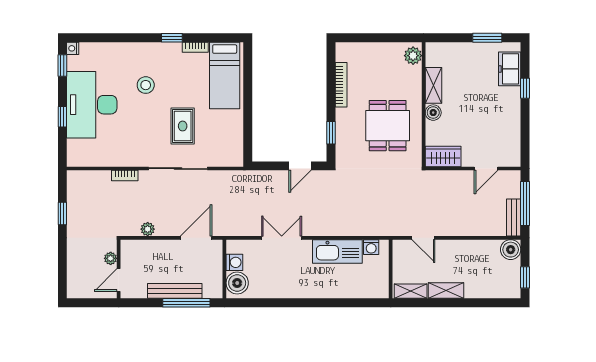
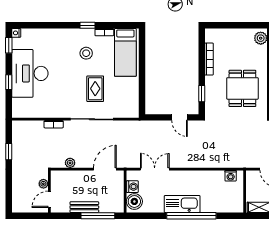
stool: (146, 85) -> (86, 53), moved
door: (300, 166) -> (180, 117), hinge flipped
double door: (282, 238) -> (155, 169), moved
kitchen sink: (337, 251) -> (182, 204), moved, turned 180
bench: (175, 291) -> (84, 207), width x0.73
window: (317, 303) -> (191, 216), added

